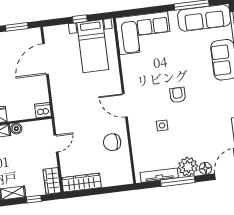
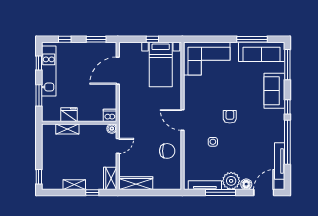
boiler: (16, 129) -> (112, 129), moved
chair: (112, 142) -> (167, 151), turned 180

